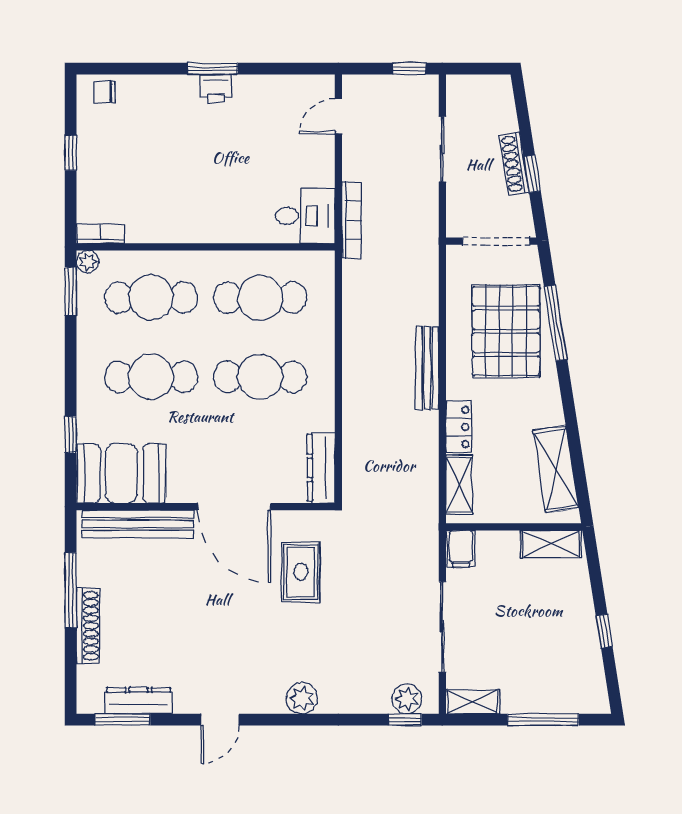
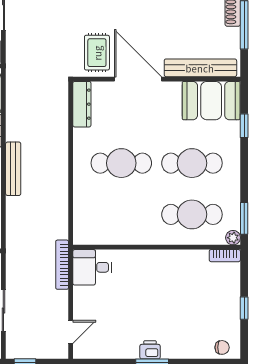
cafe table: (260, 298) -> (121, 214), removed
rug: (301, 572) -> (97, 53), moved

